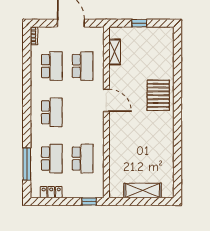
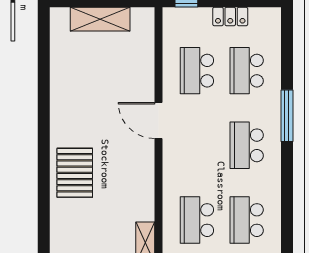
door: (106, 100) -> (159, 120), moved
window: (27, 164) -> (287, 116), moved
locker: (51, 192) -> (230, 16), moved

